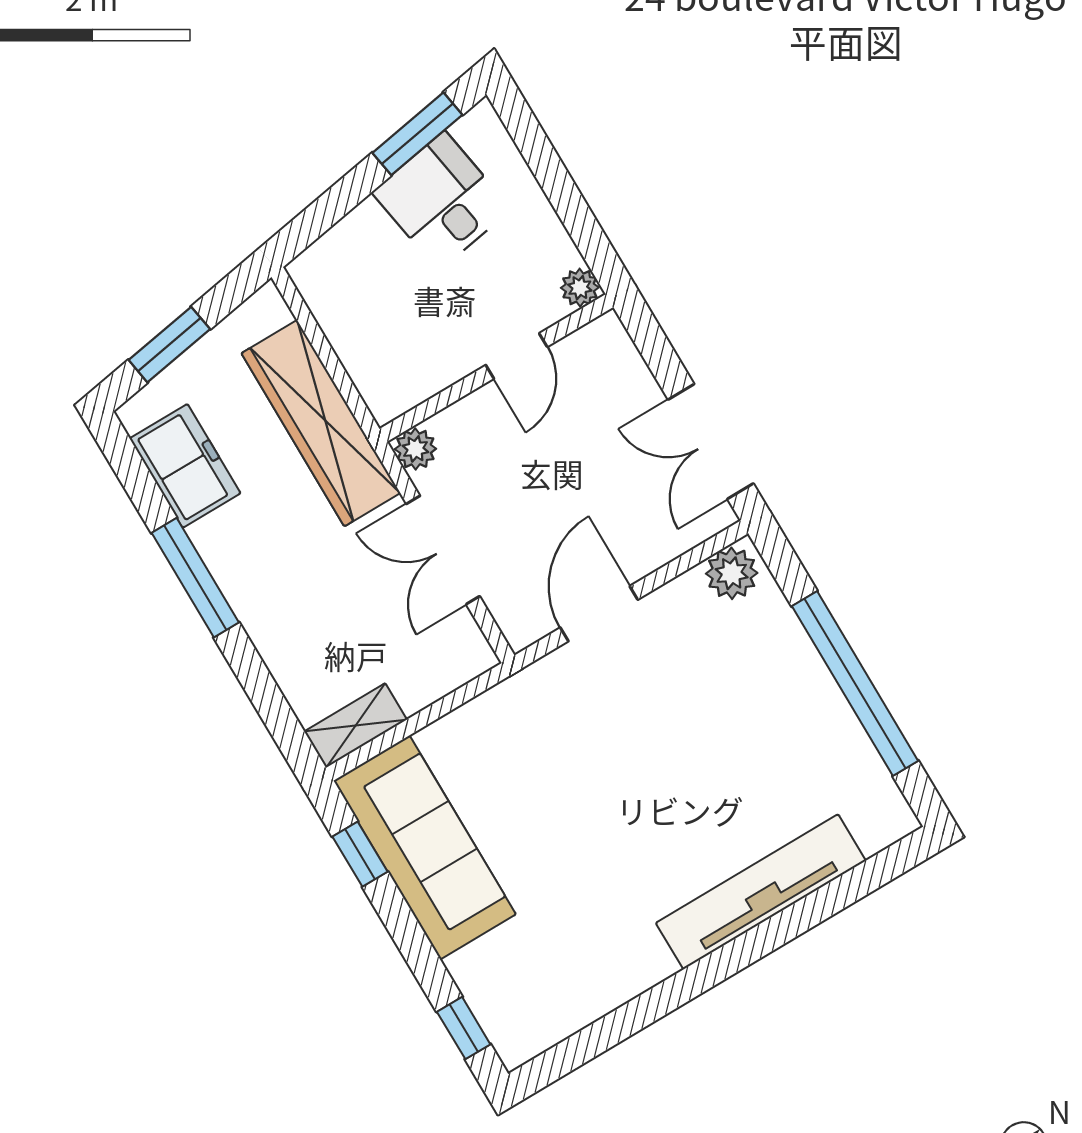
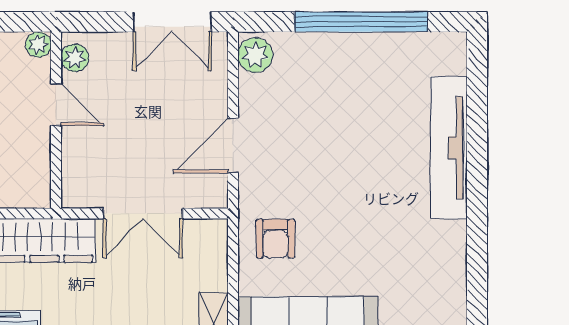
plant: (415, 449) -> (75, 58), moved
door: (599, 614) -> (233, 145), hinge flipped
armchair: (512, 739) -> (275, 239), added

